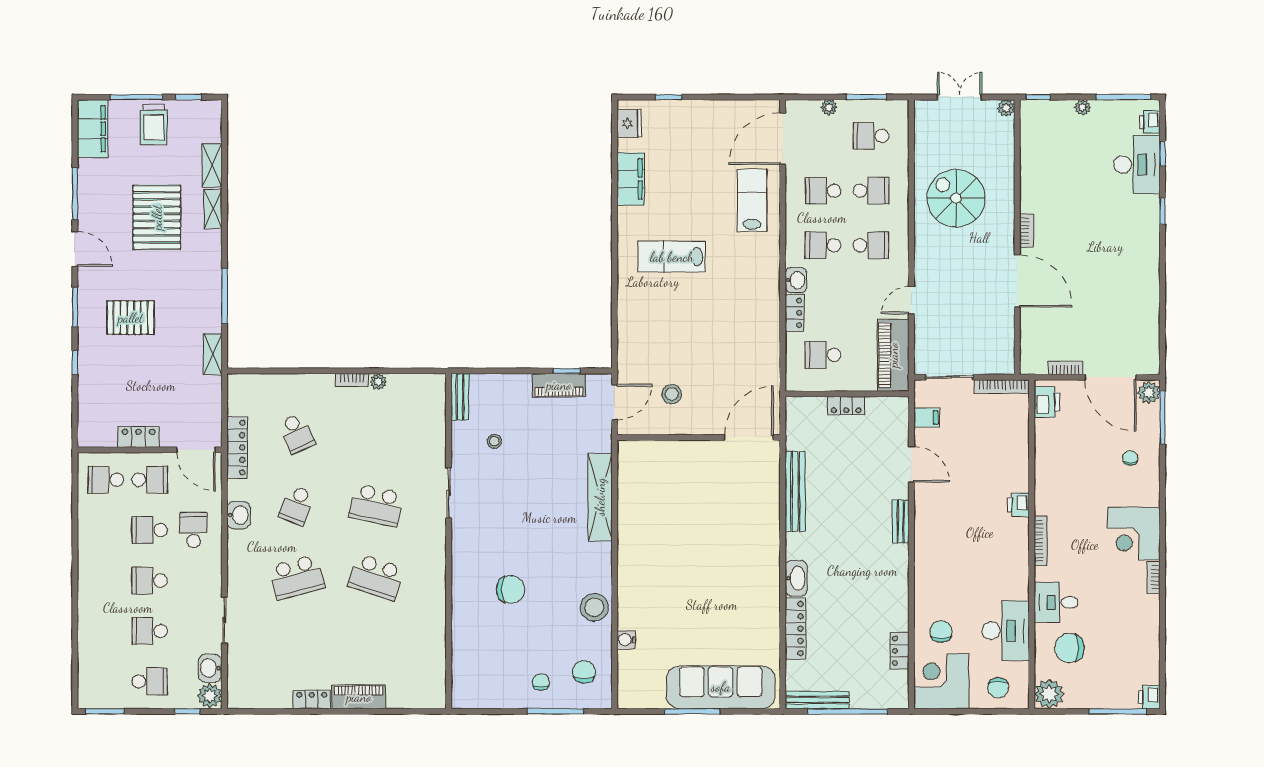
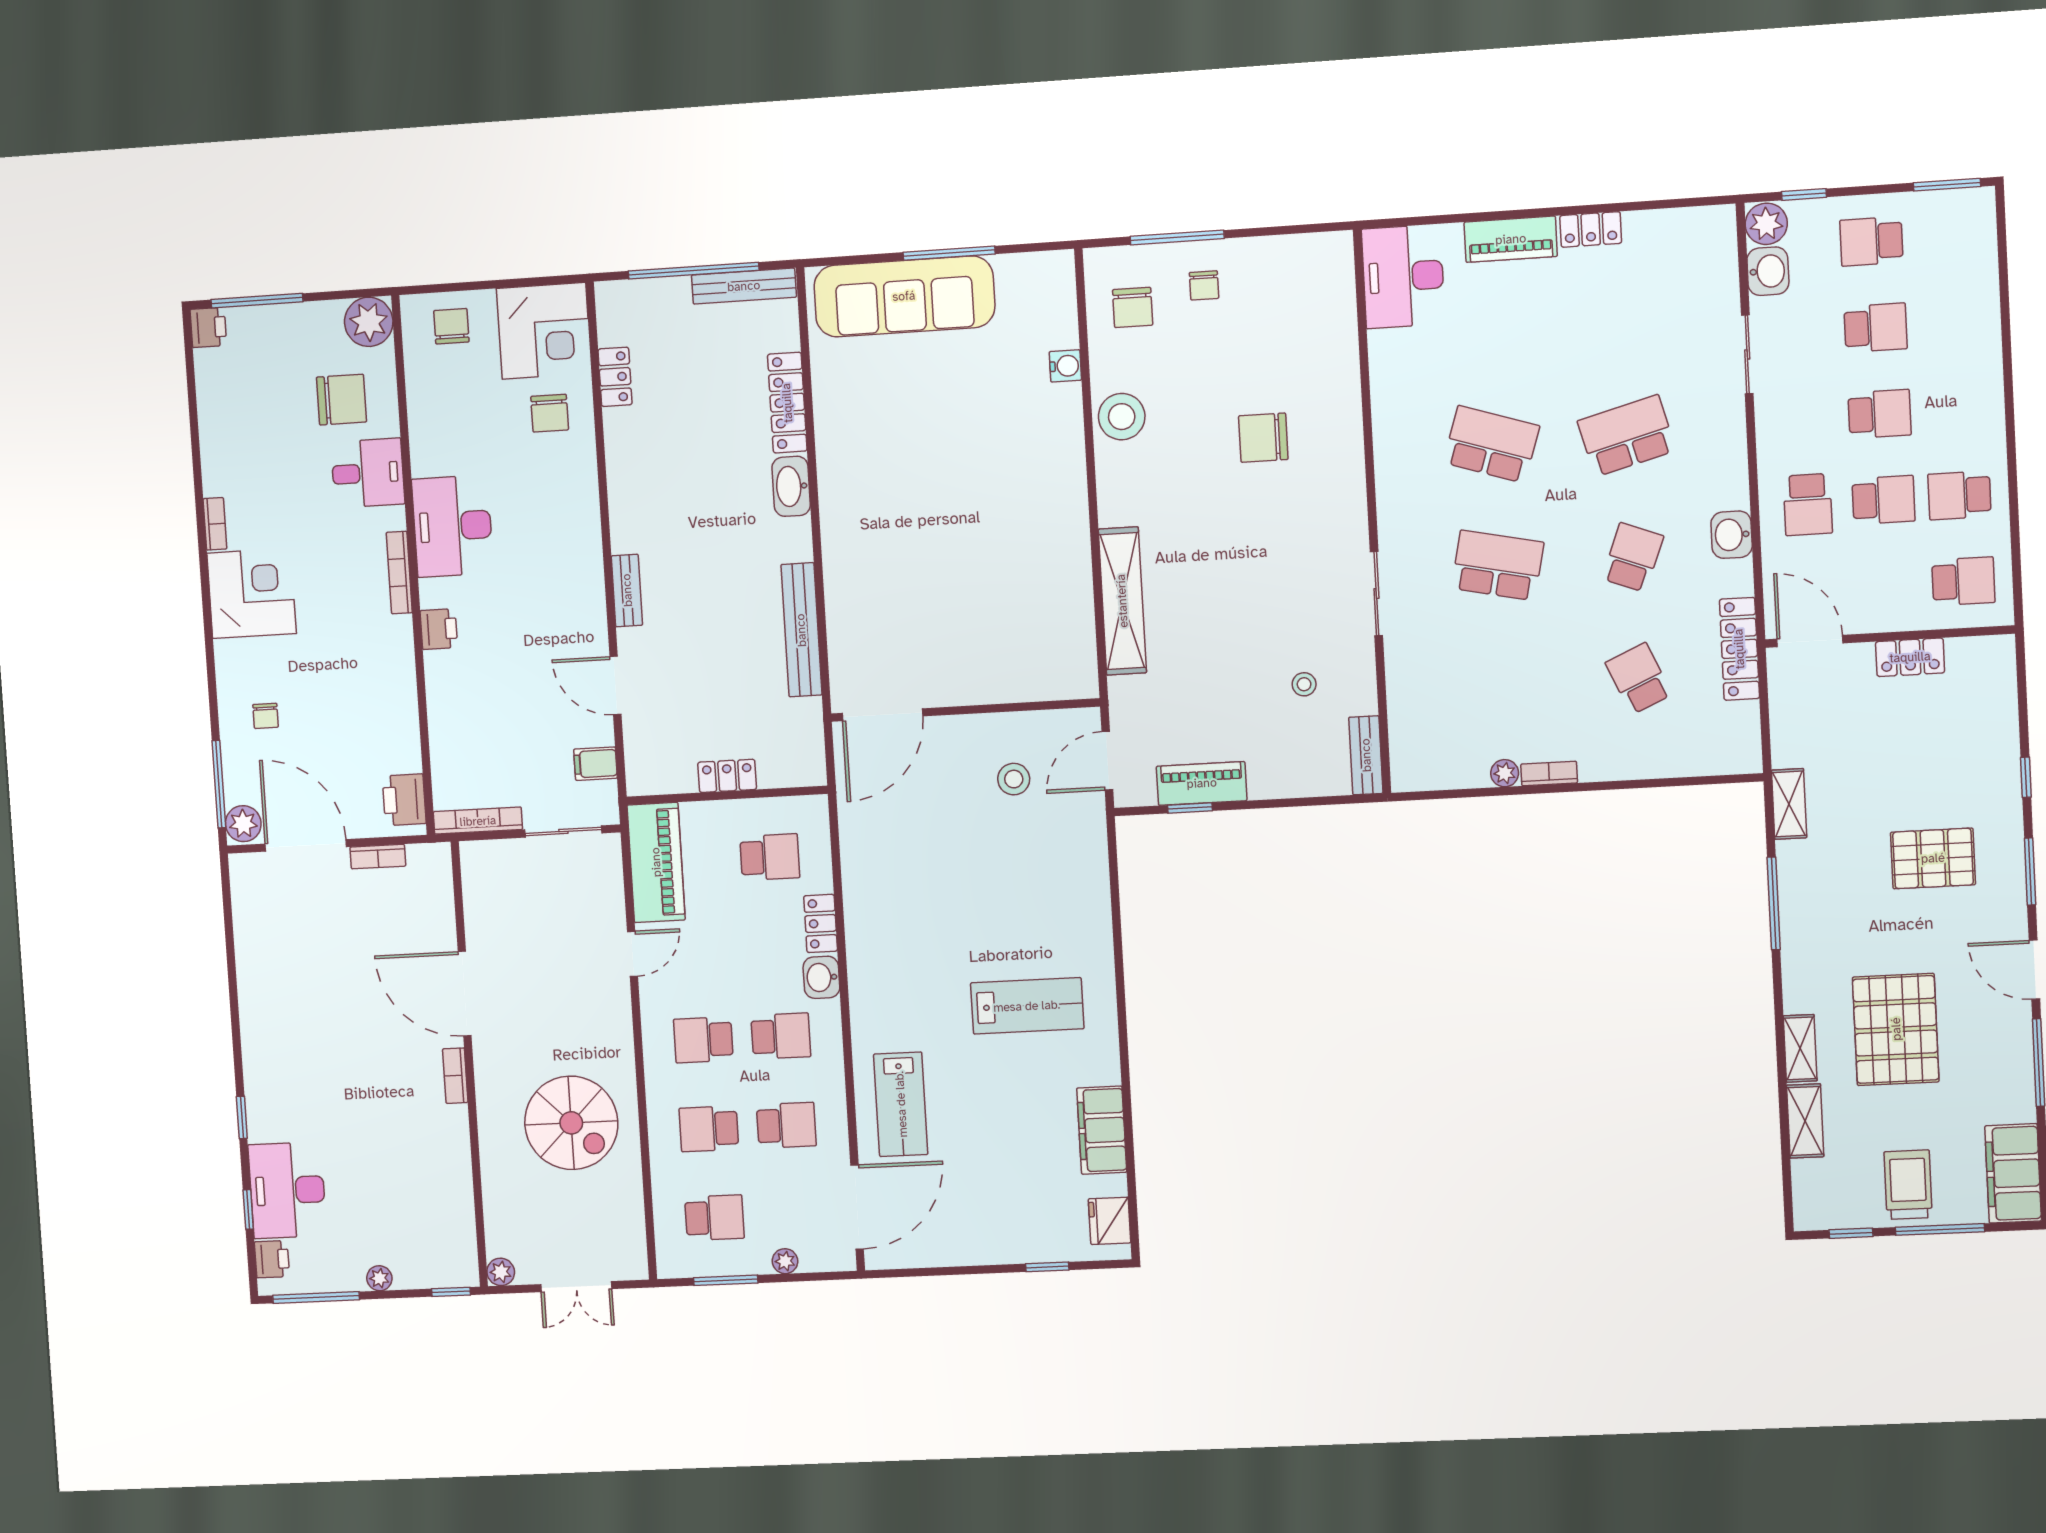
school desk: (150, 480) -> (1959, 495), moved
desk: (1006, 631) -> (452, 526), moved
desk: (423, 679) -> (1403, 276), added

